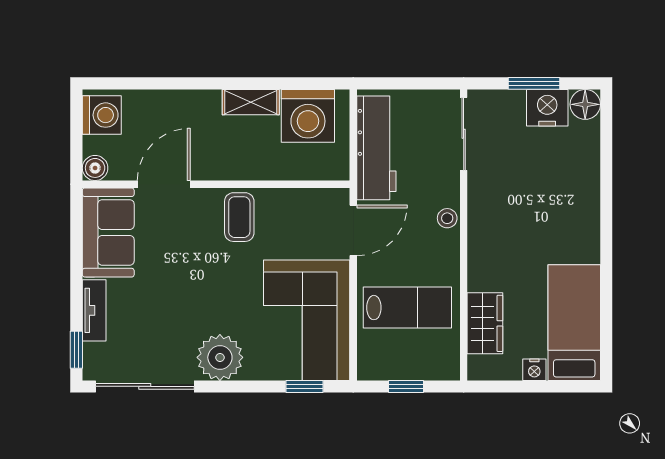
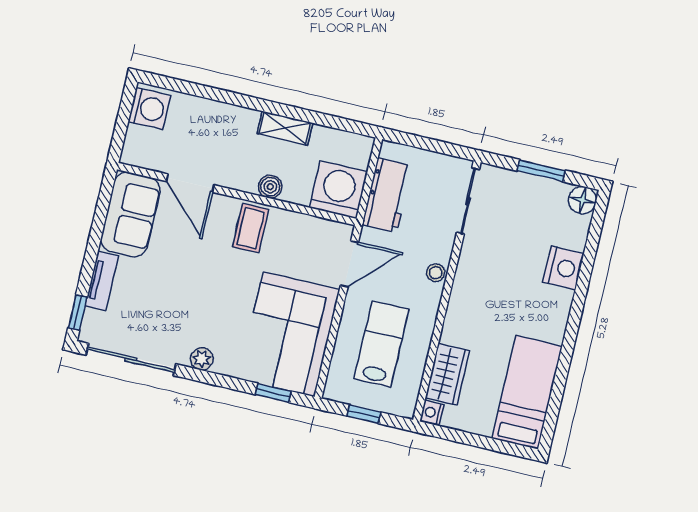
nightstand: (547, 108) -> (563, 268), moved, turned 90
washing machine: (308, 116) -> (339, 190), moved, turned 180
workbench: (376, 148) -> (387, 195), width x0.73
boiler: (95, 168) -> (270, 187), moved
door: (164, 184) -> (190, 183), swing flipped
lab bench: (407, 308) -> (381, 344), turned -90
plant: (220, 357) -> (202, 359), width x0.53, depth x0.53
nightstand: (534, 370) -> (432, 412), moved, turned 90

